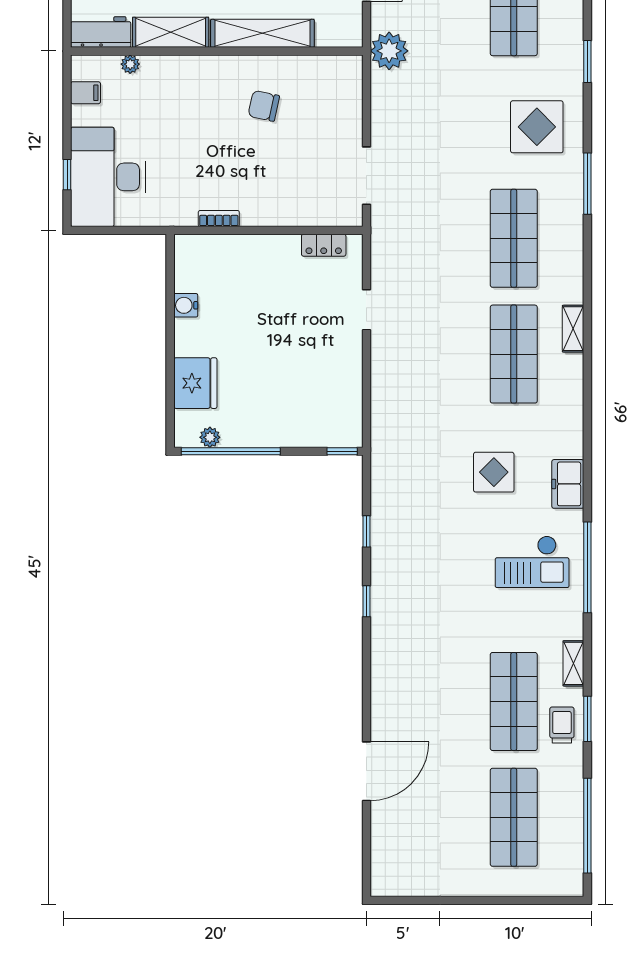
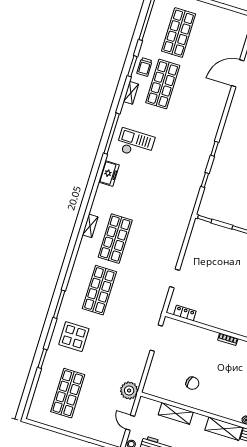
shelving: (262, 33) -> (176, 413), width x0.68
shelving: (573, 329) -> (90, 226), moved
display table: (494, 472) -> (140, 189), removed

